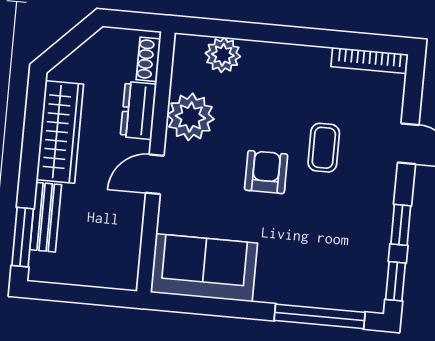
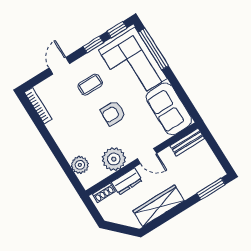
coffee table: (324, 148) -> (90, 85), moved
bench: (46, 217) -> (187, 142), moved
corner sofa: (320, 264) -> (133, 64), added

